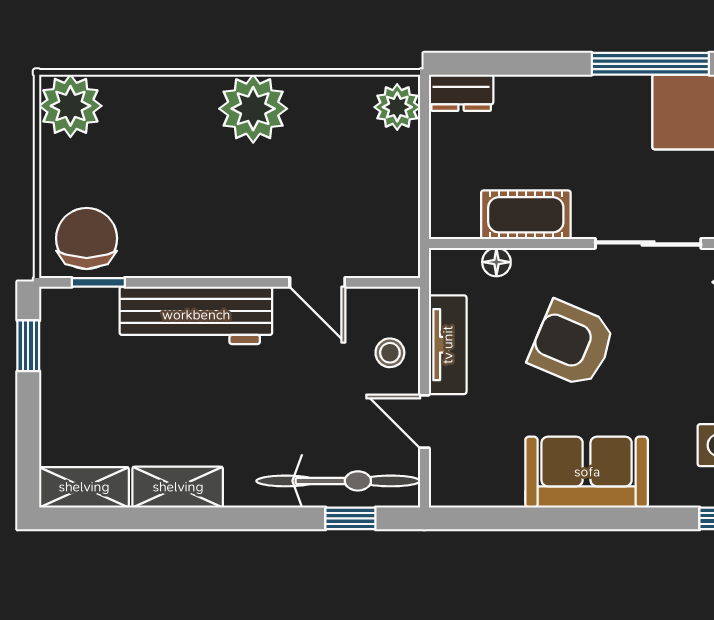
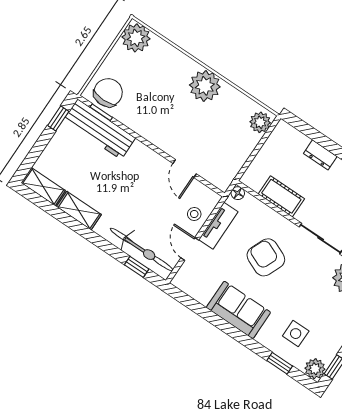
dresser: (461, 93) -> (320, 155), moved
floor lamp: (496, 262) -> (238, 193), moved
workbench: (196, 315) -> (99, 129), moved

